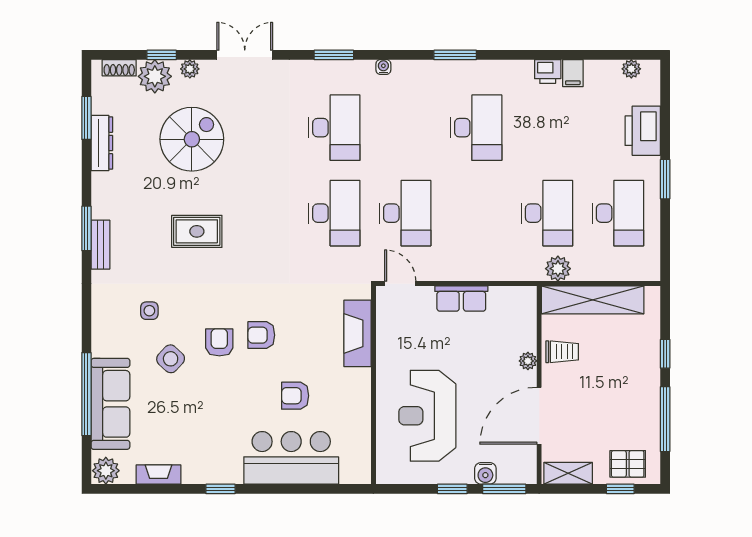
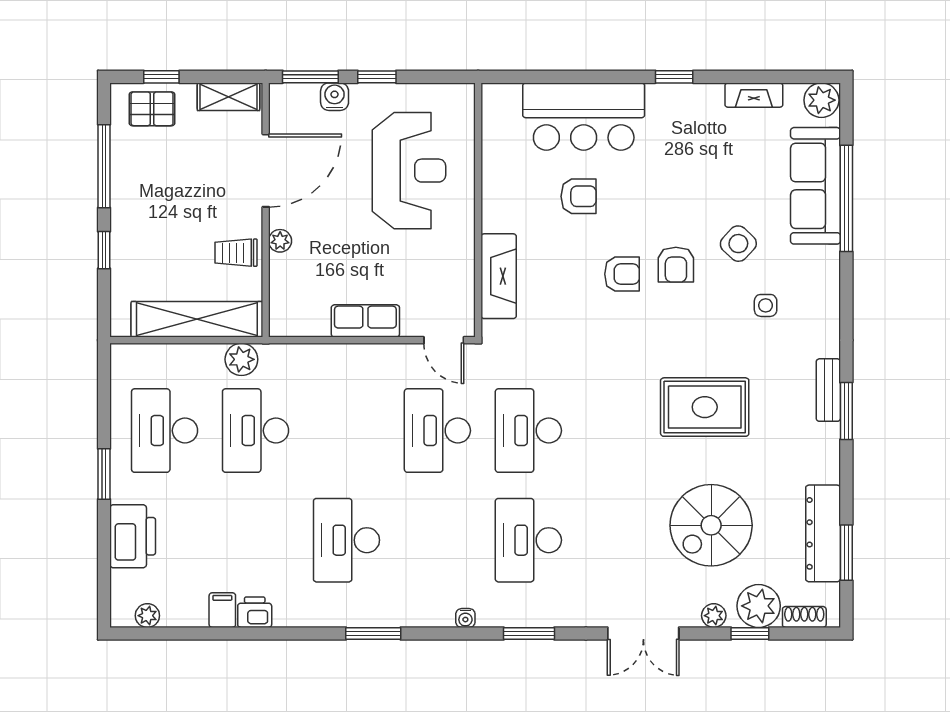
dresser: (102, 143) -> (823, 533), width x1.37, depth x1.24
rug: (197, 231) -> (705, 407), width x1.36, depth x1.43

